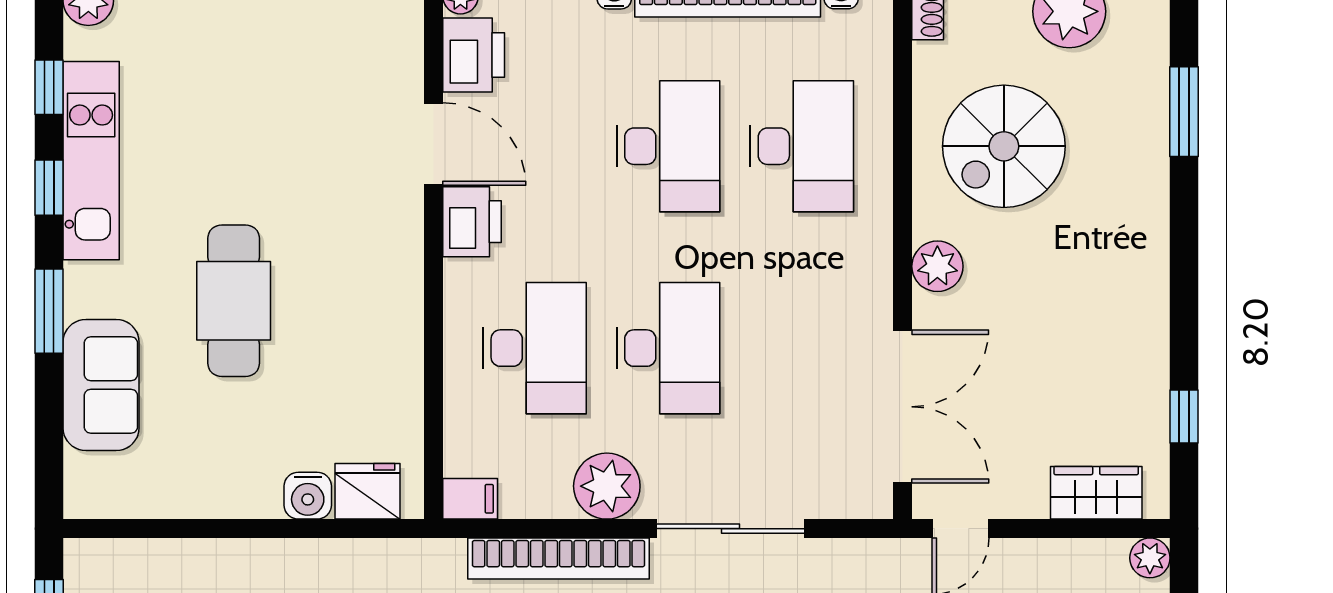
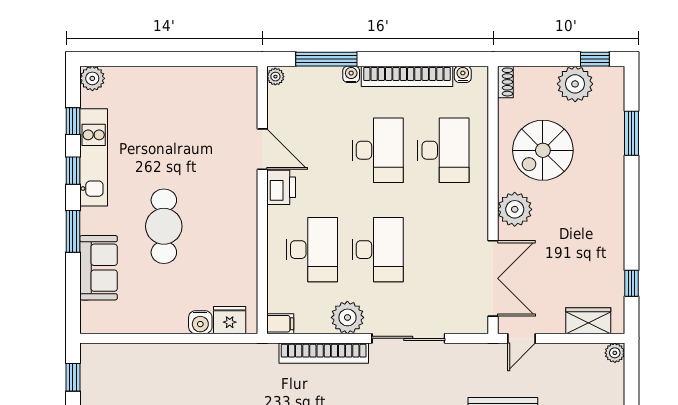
printer: (474, 55) -> (282, 105), removed
plant: (937, 266) -> (515, 209), width x1.36, depth x1.36

